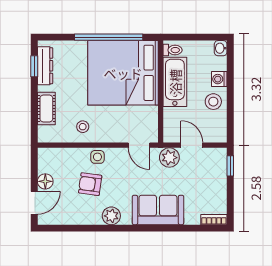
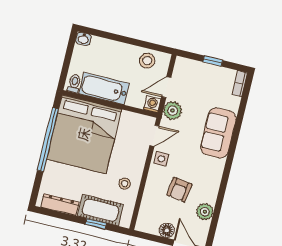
window: (34, 66) -> (96, 224), moved
washing machine: (219, 79) -> (152, 104), moved, turned 180
stool: (213, 102) -> (147, 61), moved
cot: (46, 108) -> (100, 210), width x1.37, depth x1.34
side table: (97, 157) -> (161, 159), moved
window: (230, 166) -> (213, 61), moved
plant: (111, 216) -> (205, 212), moved

